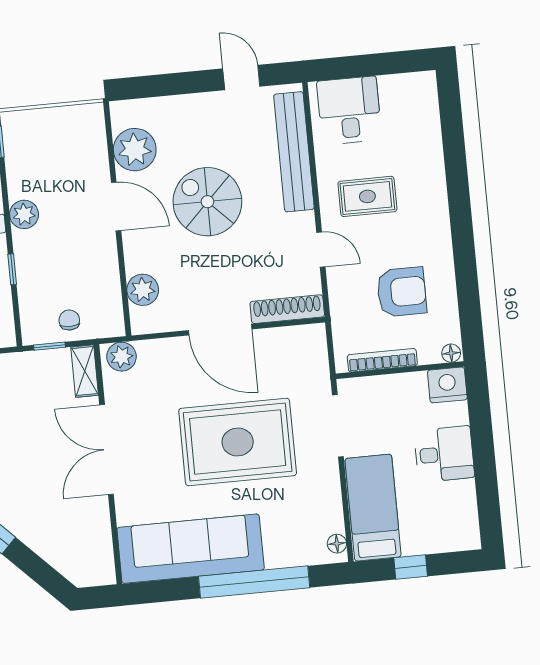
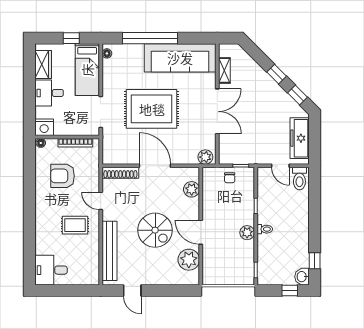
desk: (349, 110) -> (51, 270), moved, turned 90
shelving: (85, 371) -> (224, 70), moved
wardrobe: (461, 509) -> (43, 65), added

